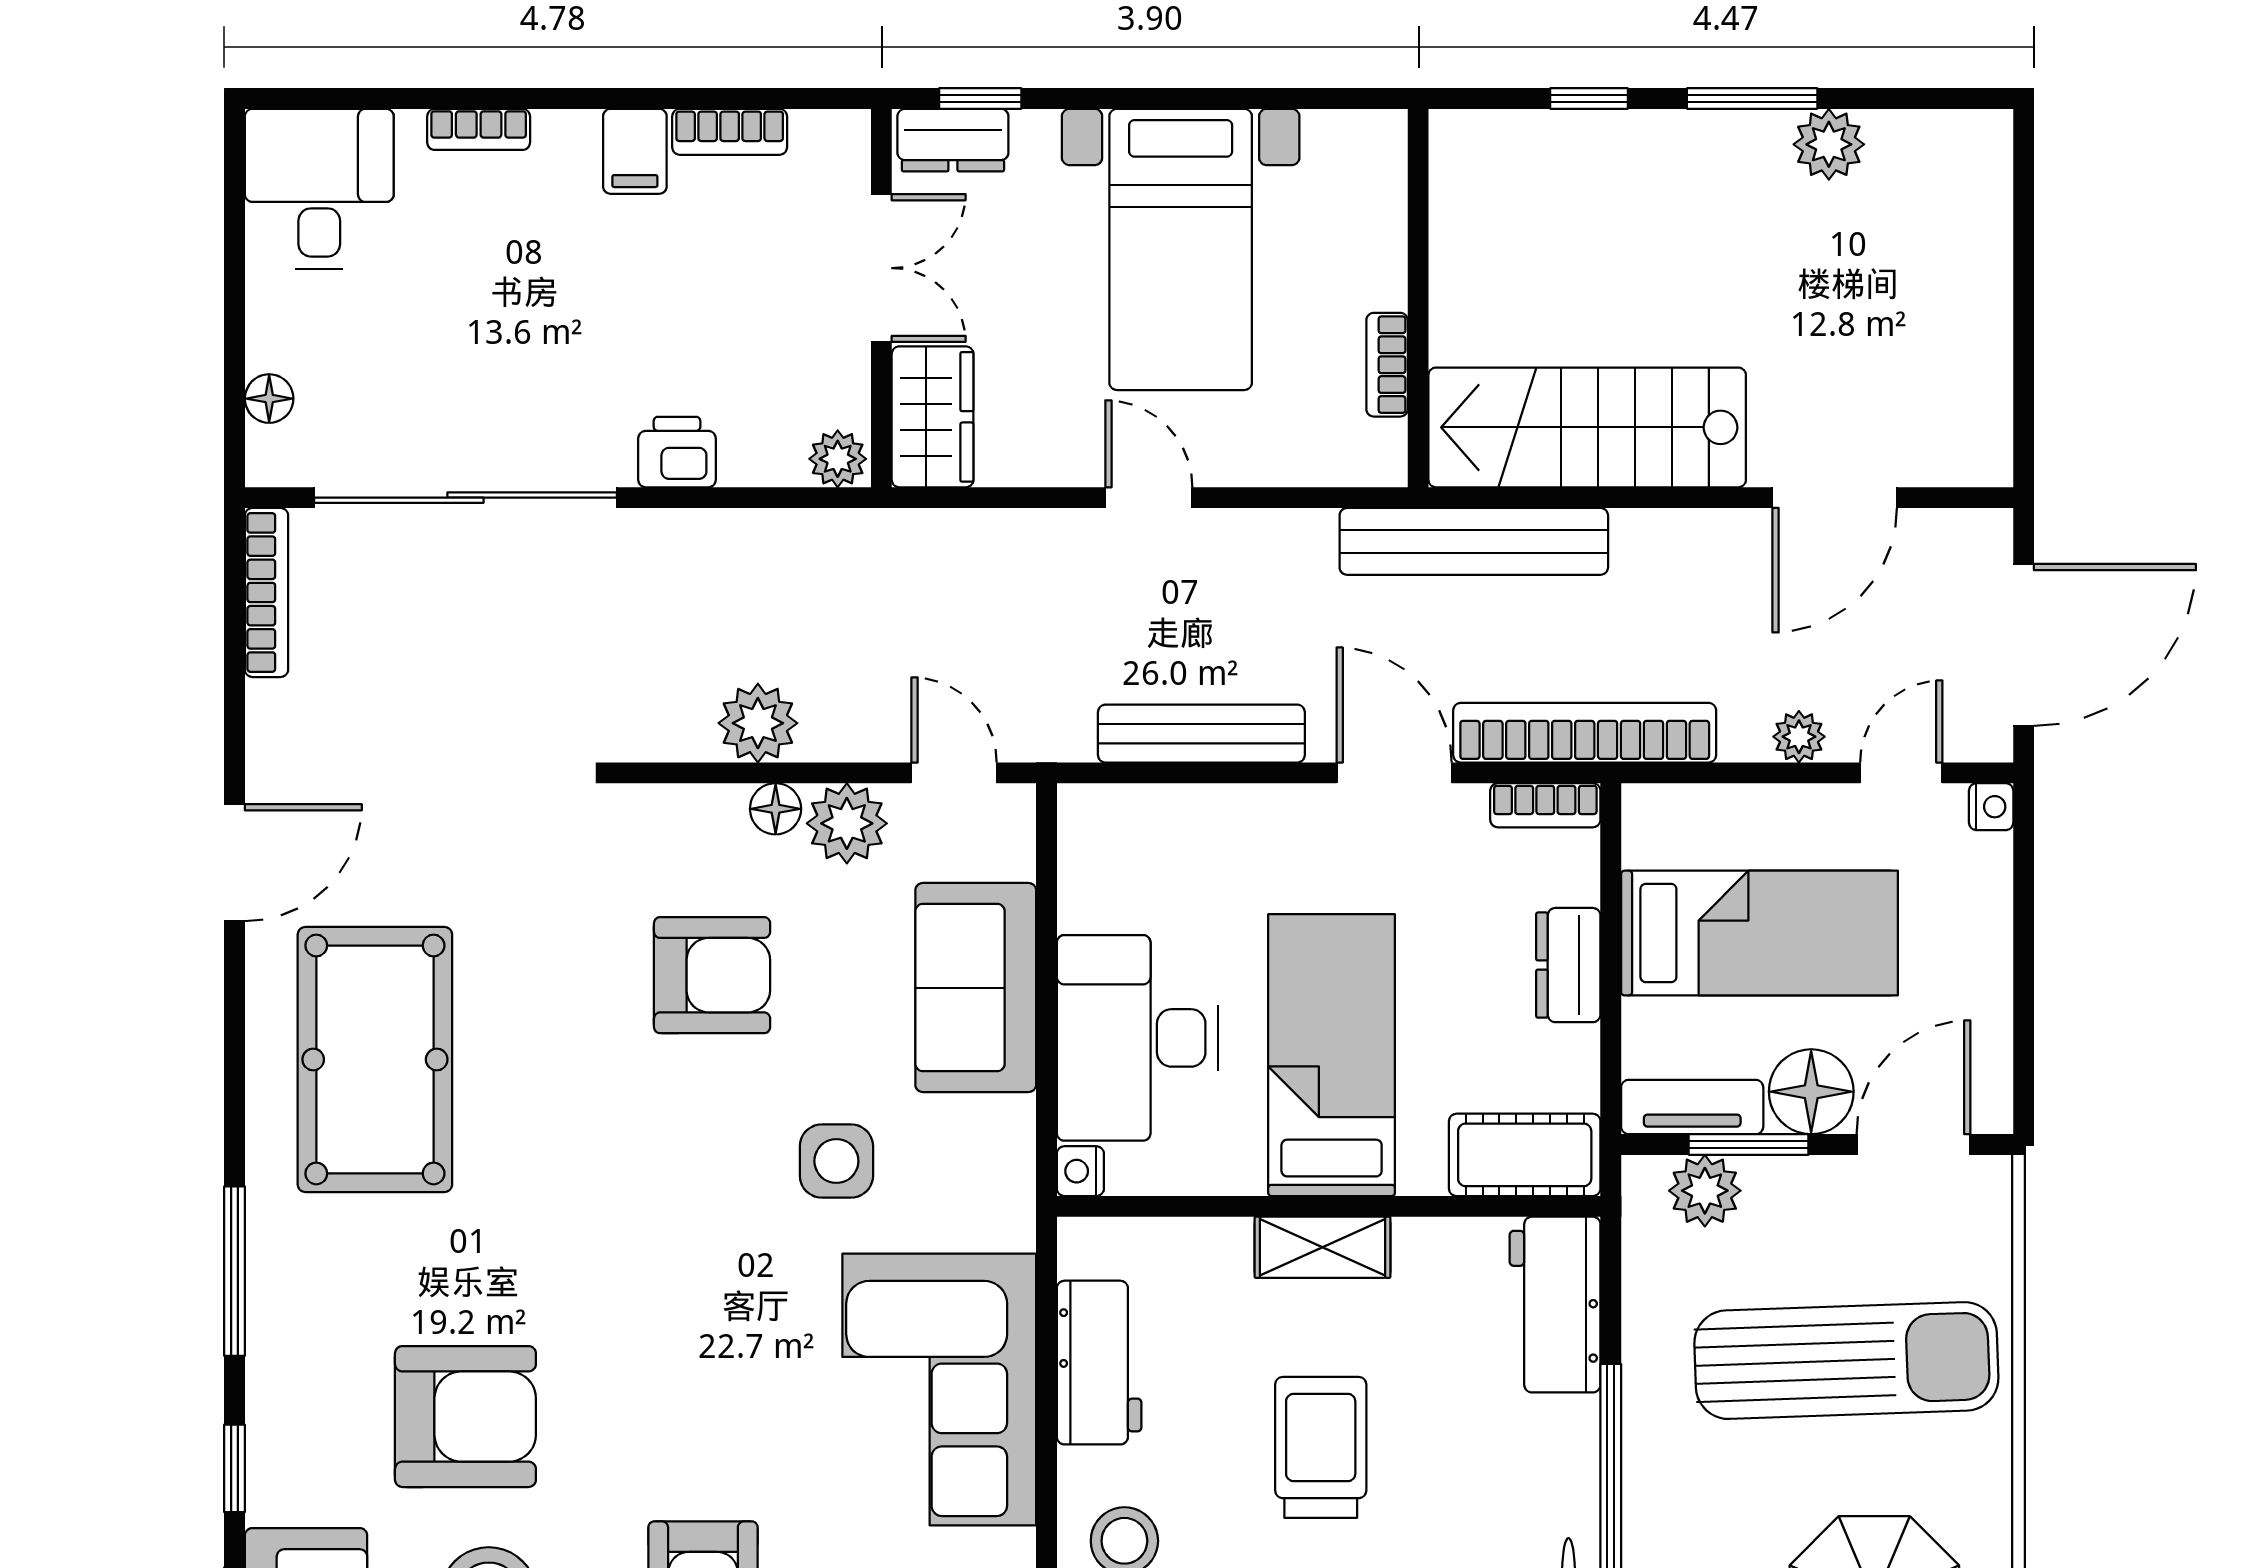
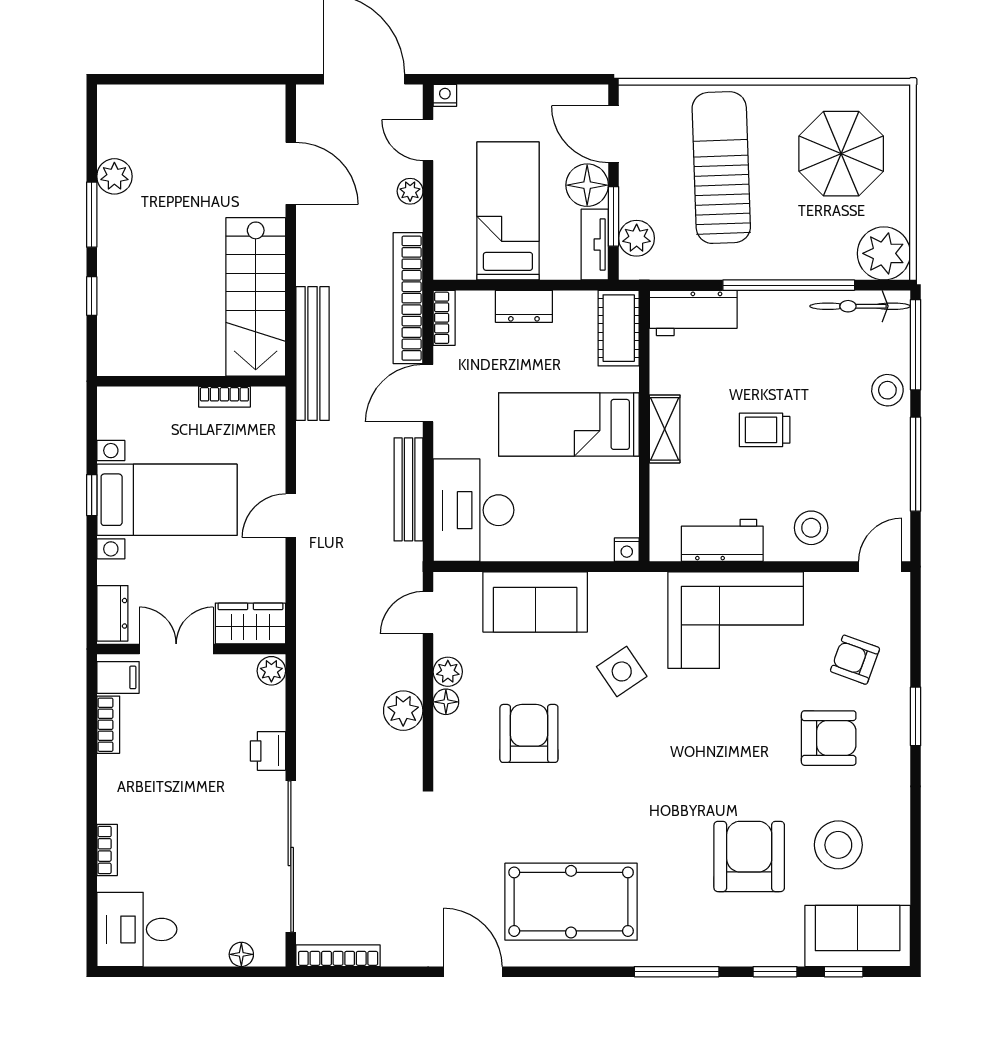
window: (980, 99) -> (92, 495), moved
filing cabinet: (635, 151) -> (118, 677), moved
plant: (847, 823) -> (448, 672), width x0.73, depth x0.73
desk: (1138, 1038) -> (474, 510), moved, turned 90
side table: (836, 1161) -> (622, 671), turned -34
trolley: (1321, 1447) -> (765, 430), width x0.73, depth x0.72

